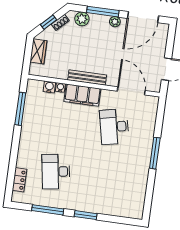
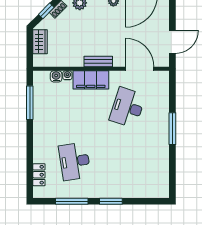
bench: (87, 77) -> (98, 62), width x0.73
desk: (114, 127) -> (128, 108), turned 30

